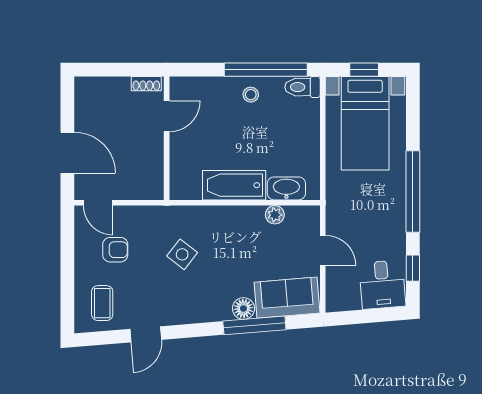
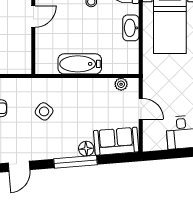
washbasin: (286, 188) -> (131, 28), moved, turned -90
plant: (275, 215) -> (121, 84), moved
window: (254, 325) -> (76, 162), moved

